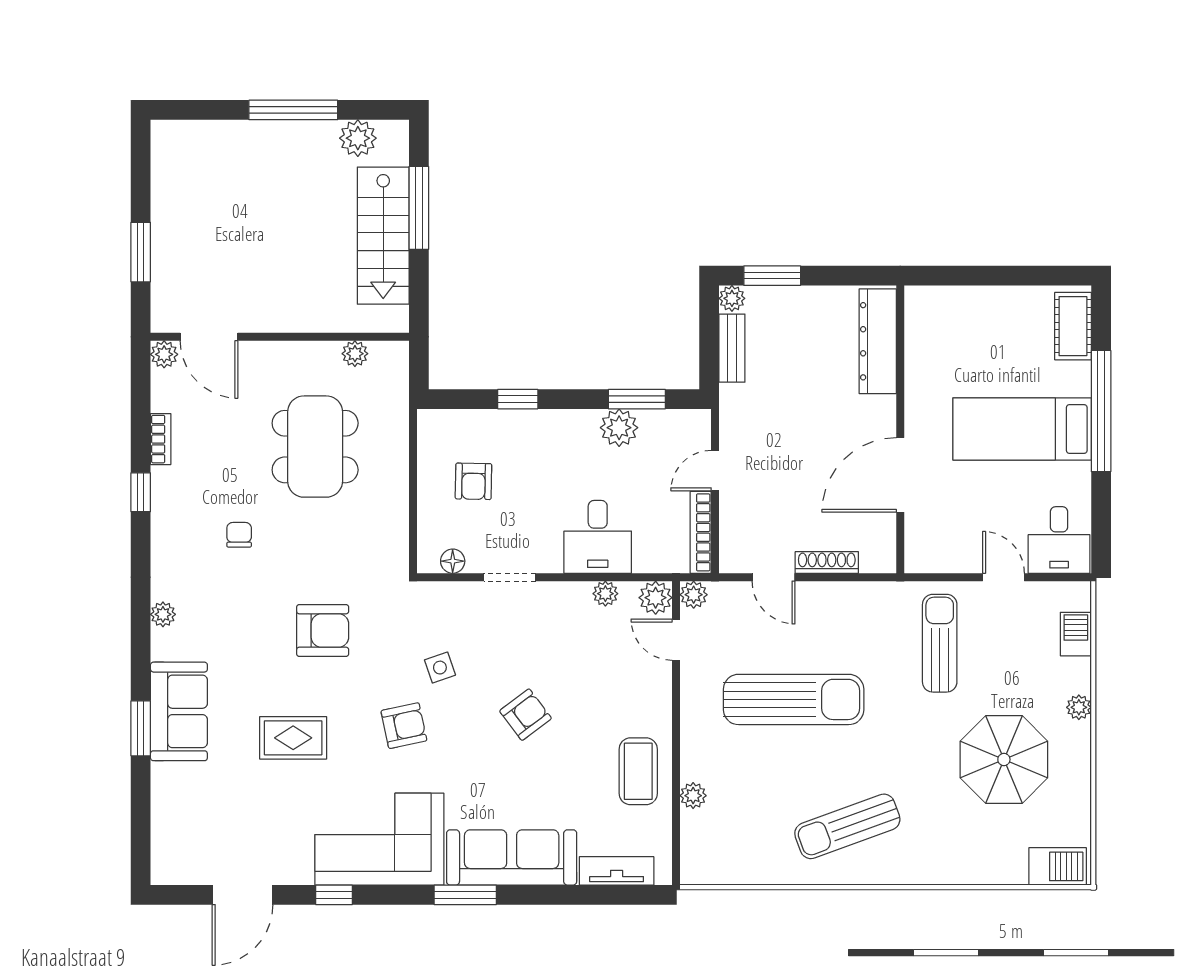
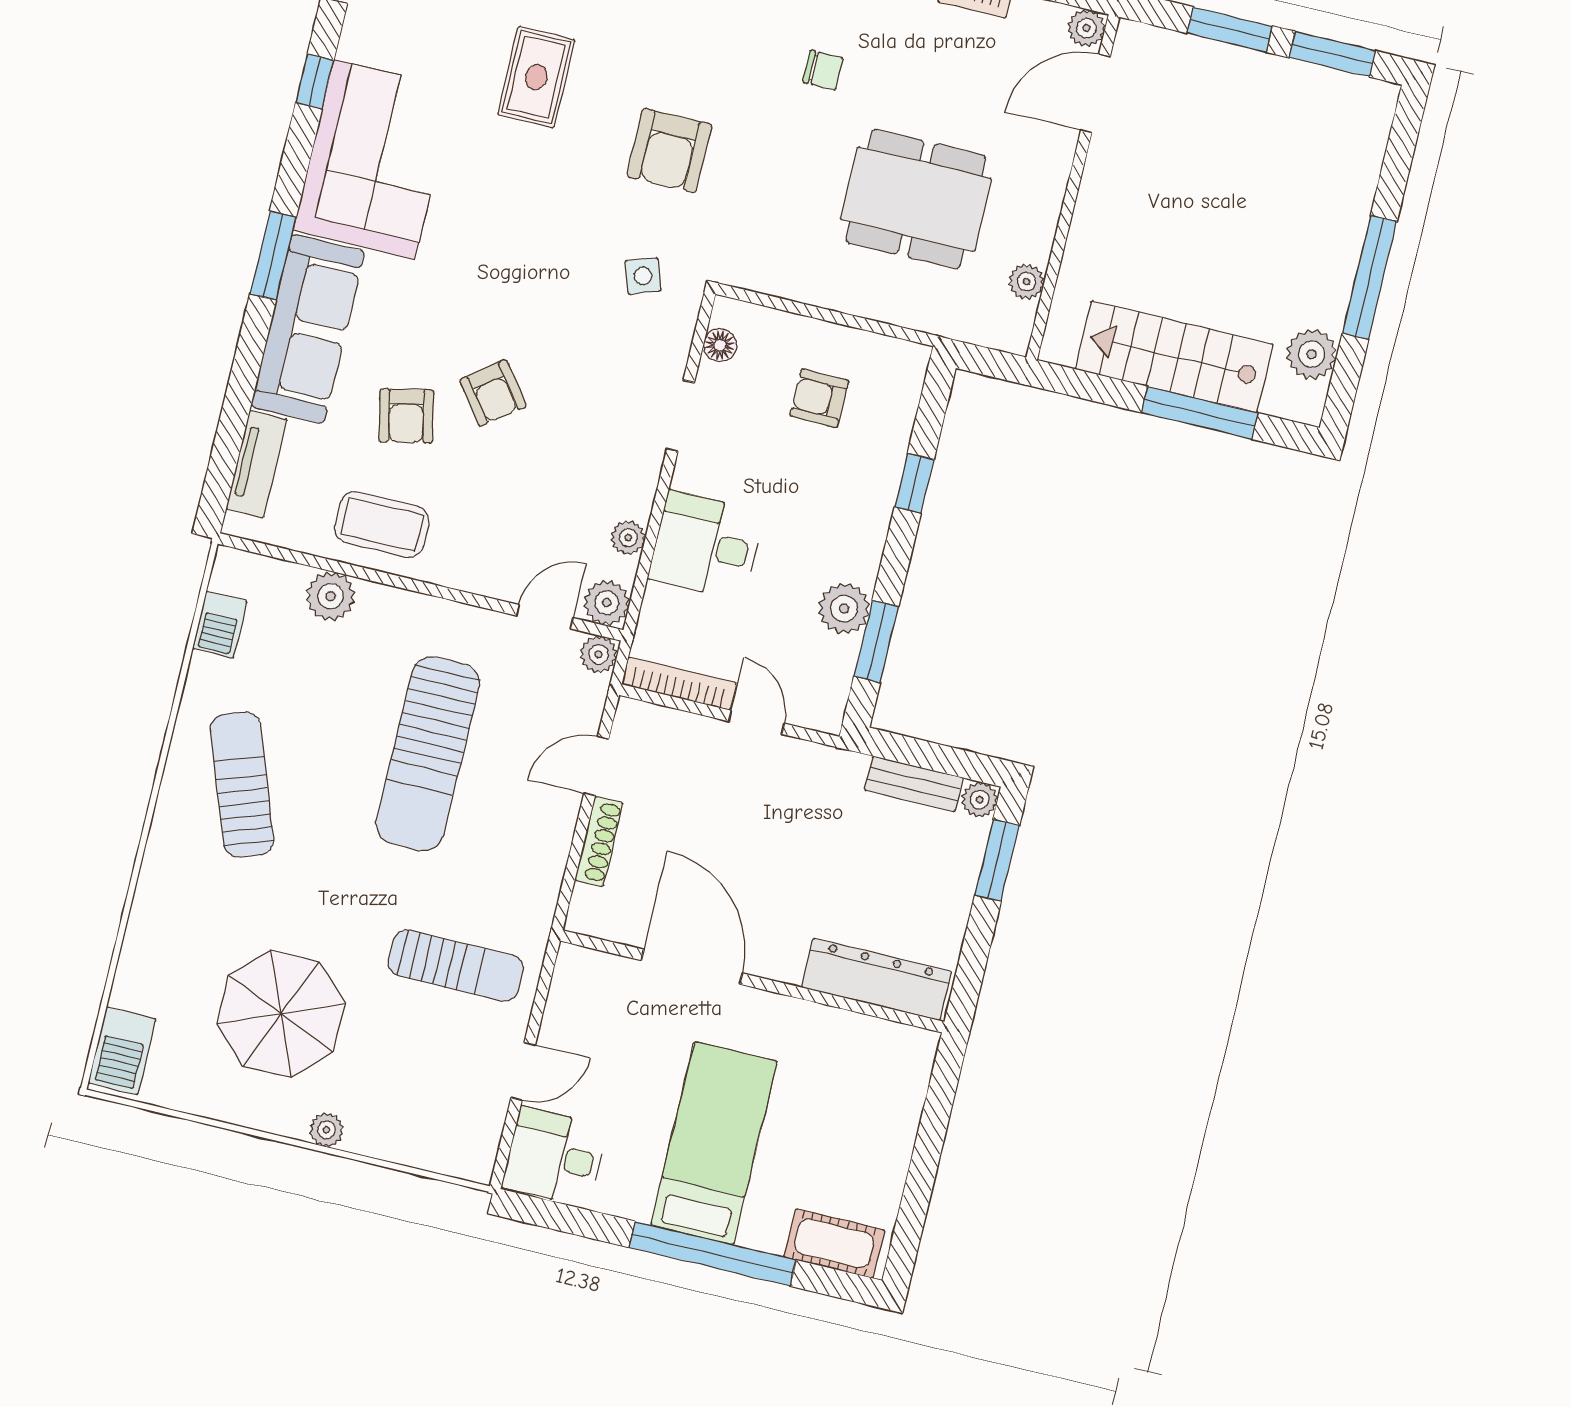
window: (141, 175) -> (1332, 54), added
barbecue: (1076, 634) -> (220, 624), moved, turned 90
side table: (440, 668) -> (643, 276), moved
armchair: (404, 726) -> (406, 416), moved
plant: (693, 796) -> (331, 596), width x1.38, depth x1.38

